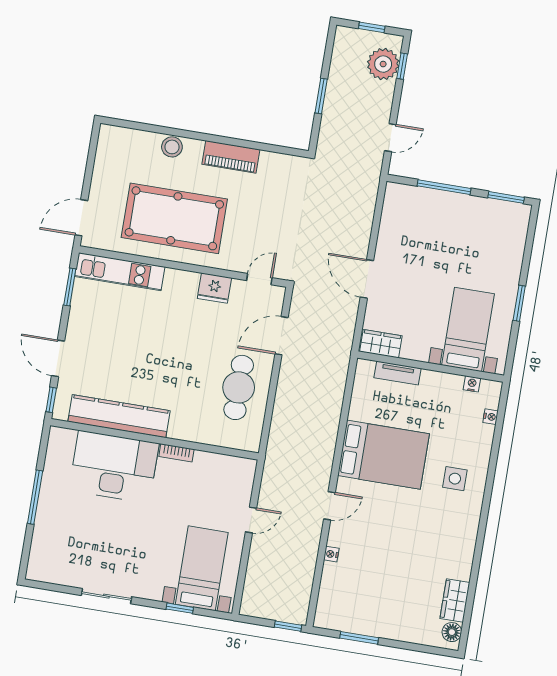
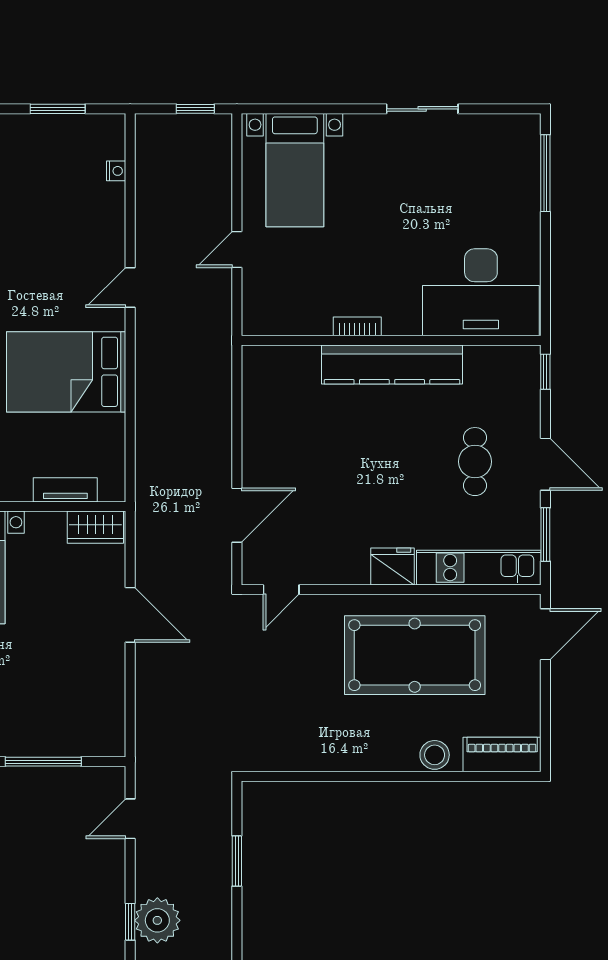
piano: (231, 157) -> (502, 755), moved
fridge: (214, 288) -> (393, 566), moved
door: (58, 358) -> (545, 464), moved
cafe table: (239, 387) -> (475, 462), moved, width x0.73, depth x0.74
kitchen counter: (119, 416) -> (392, 364), moved
desk: (114, 467) -> (481, 292), moved
window: (35, 497) -> (545, 173), moved
nightstand: (331, 554) -> (116, 171), moved
window: (180, 608) -> (316, 109), removed
window: (288, 626) -> (195, 109), moved

